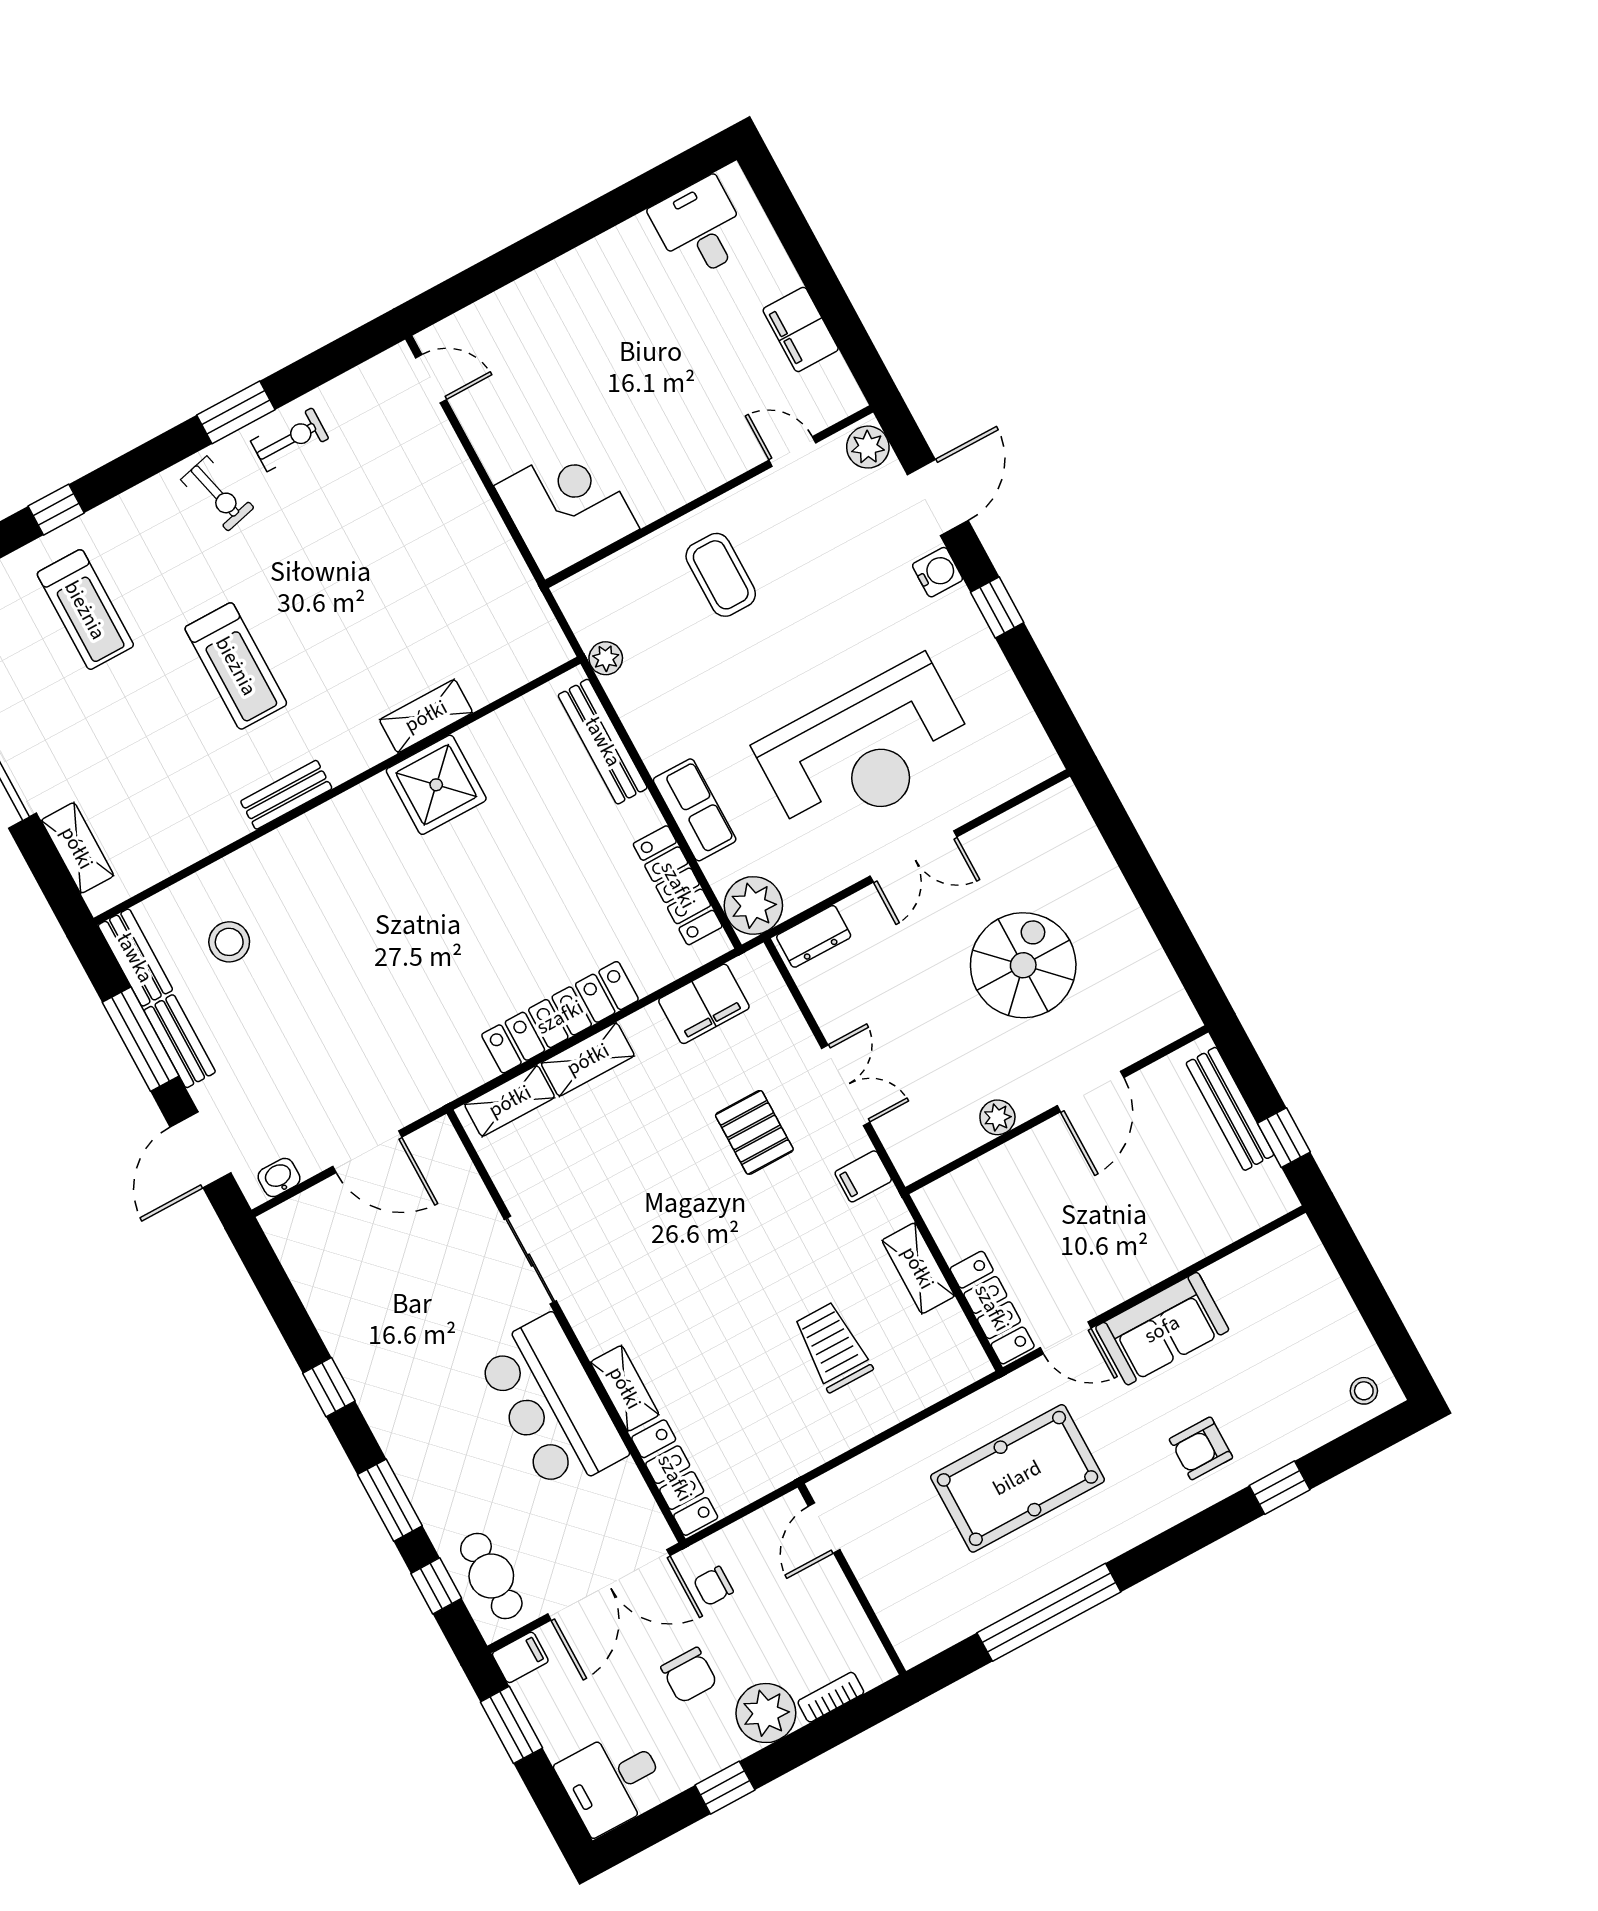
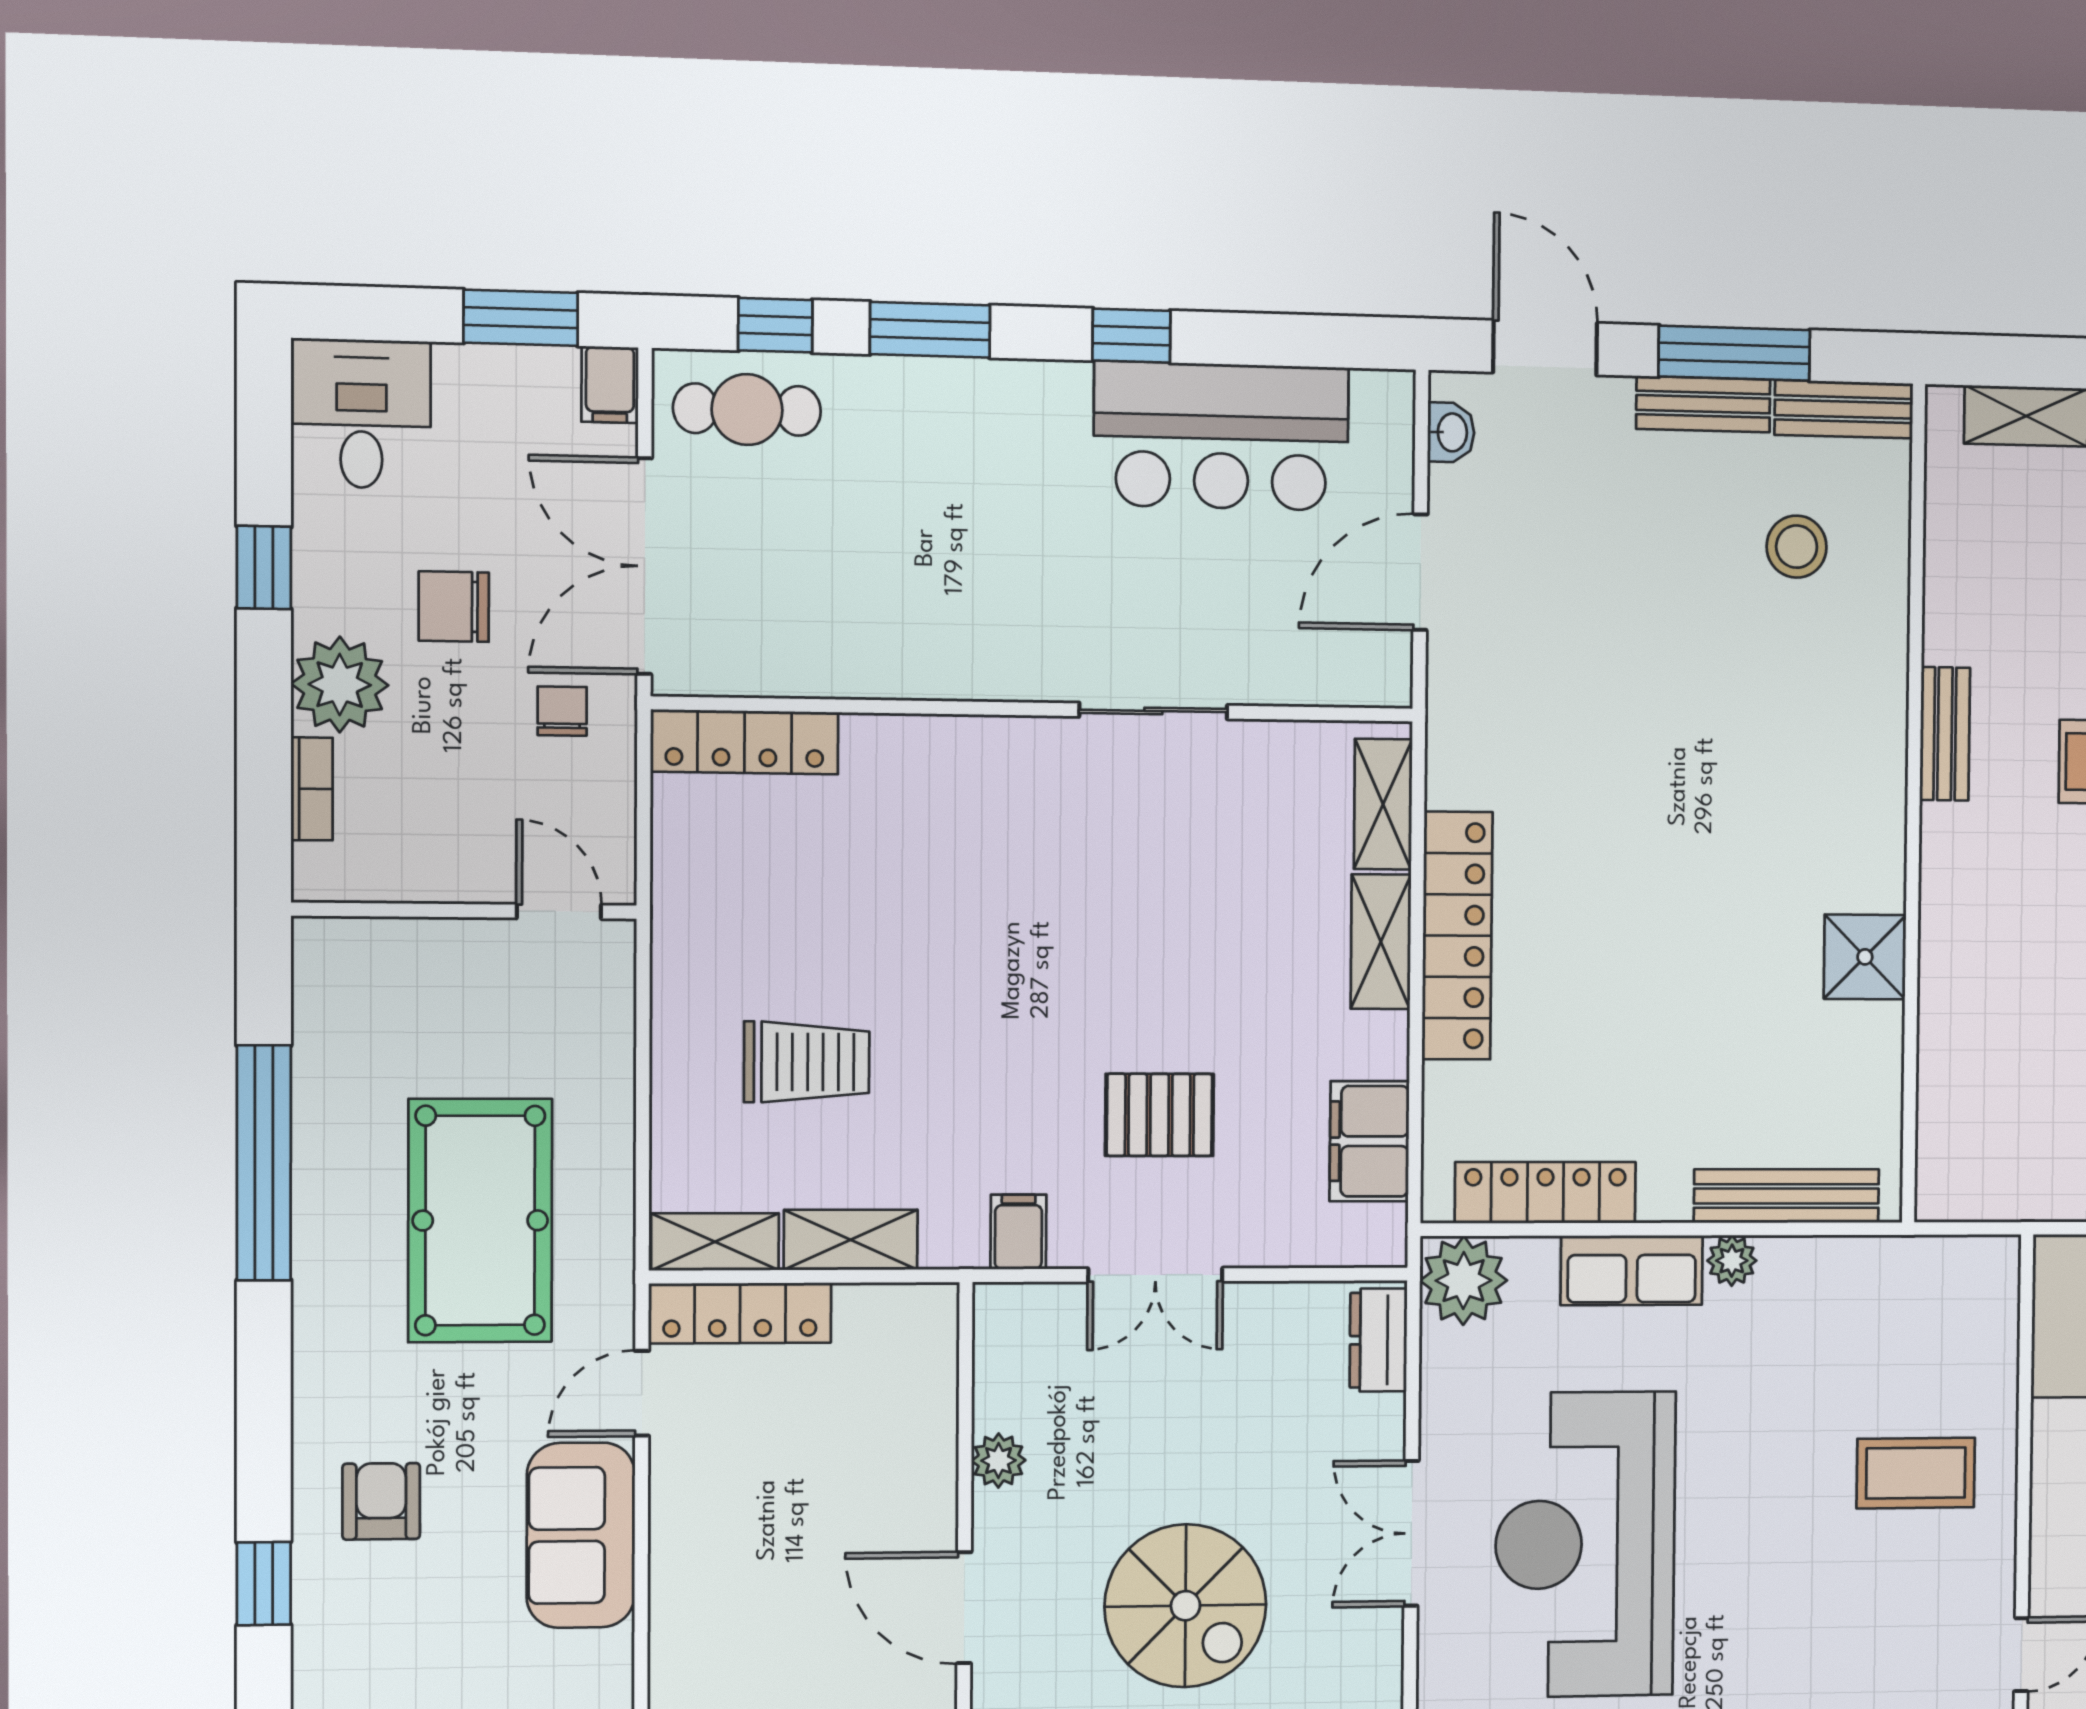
plant: (606, 658) -> (1732, 1261), moved
shelving: (426, 716) -> (1946, 978), removed
shower: (436, 785) -> (1865, 957), width x0.73, depth x0.73
shelving: (625, 1388) -> (715, 1242), moved
bar counter: (552, 1404) -> (1221, 436), moved, turned 180

